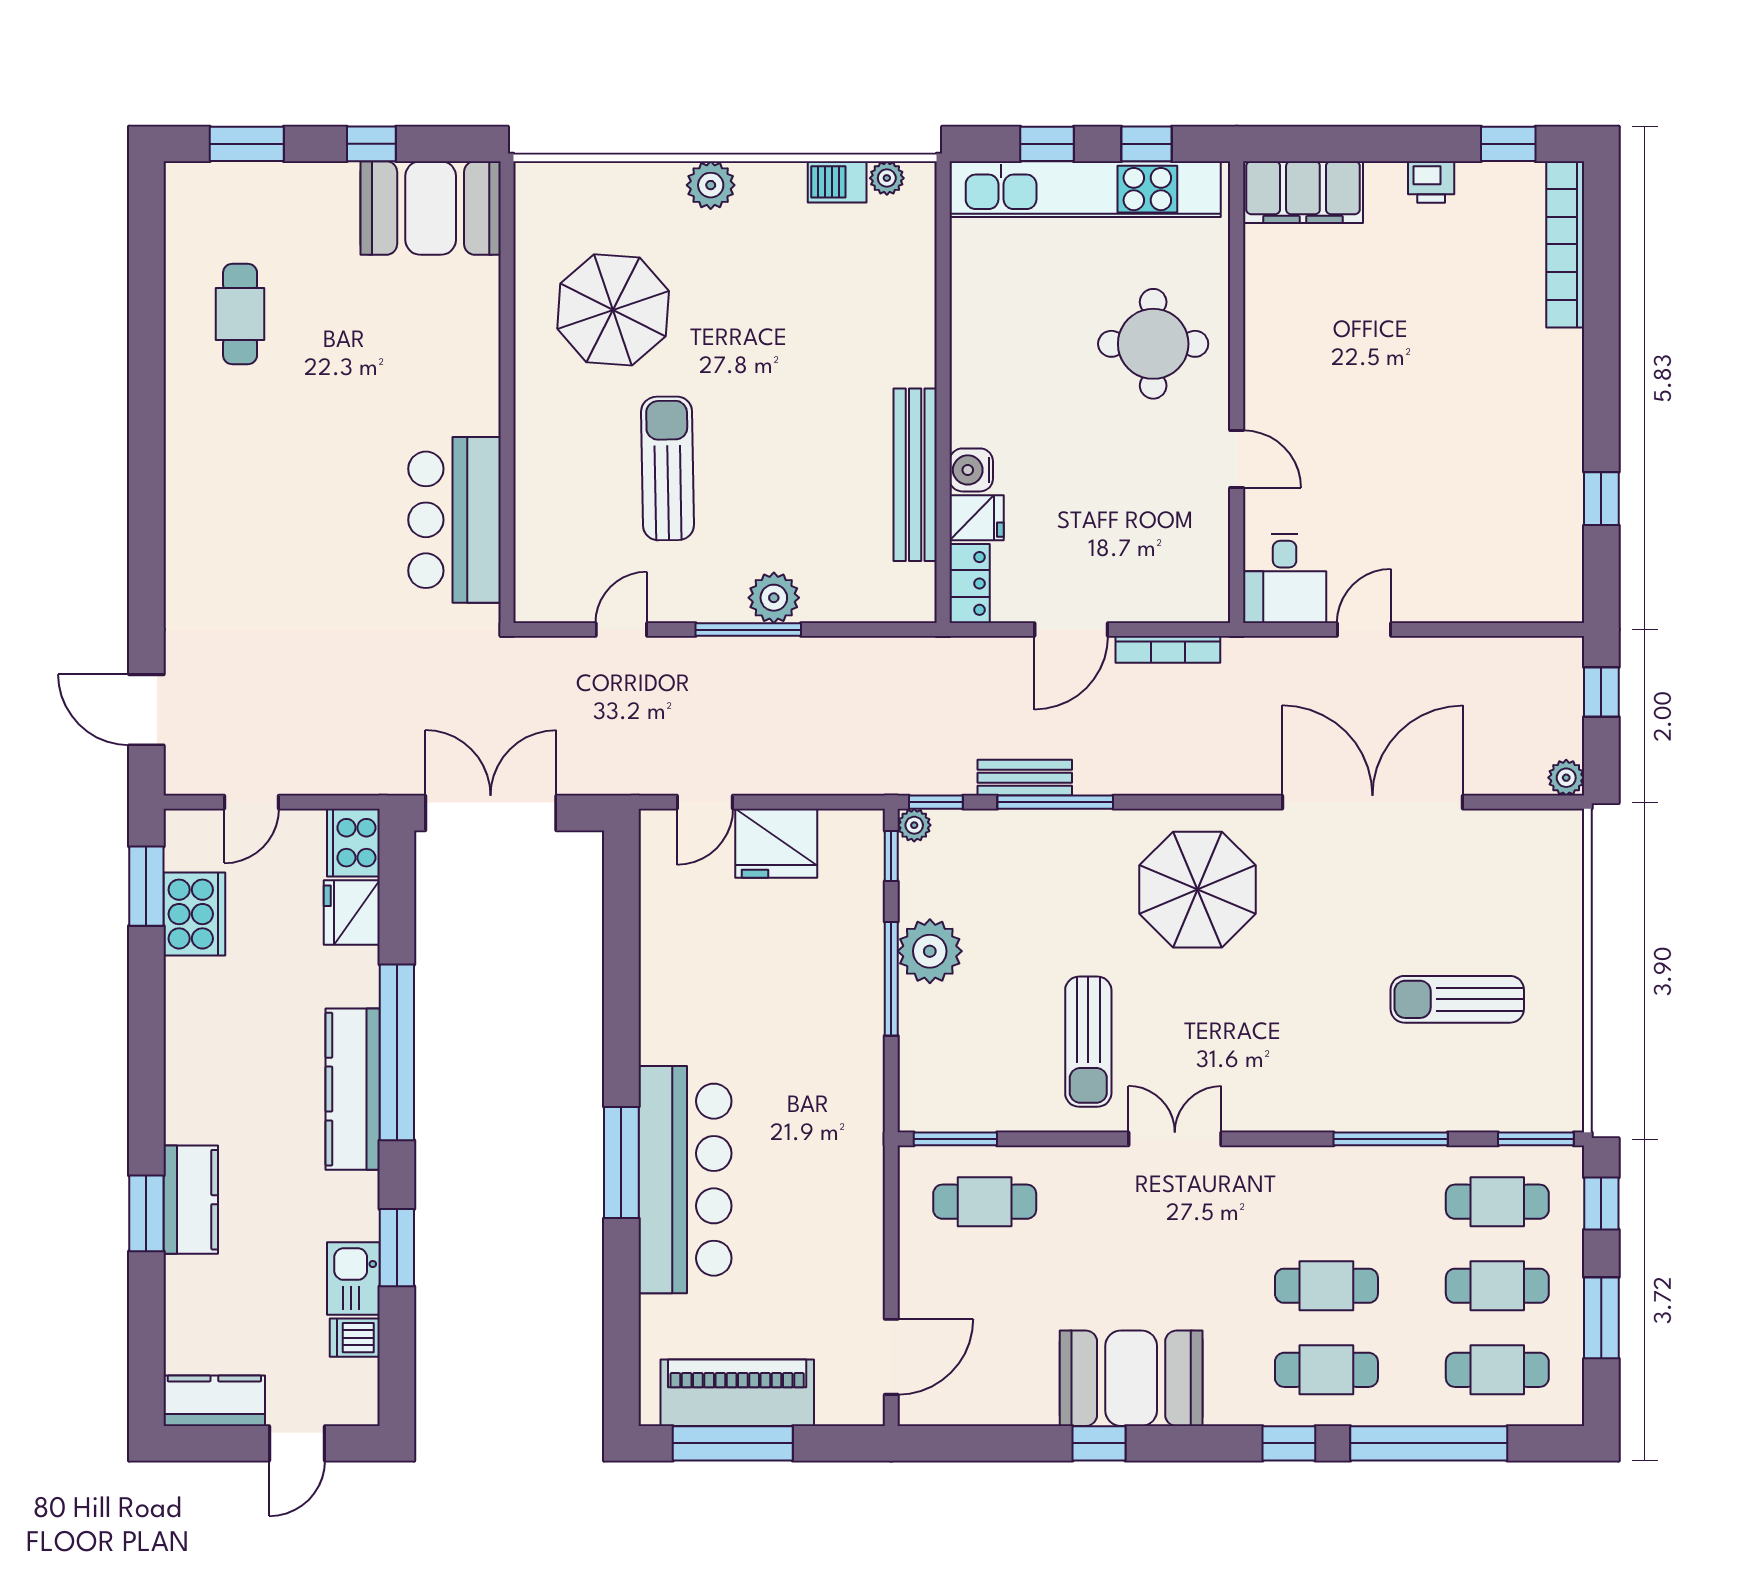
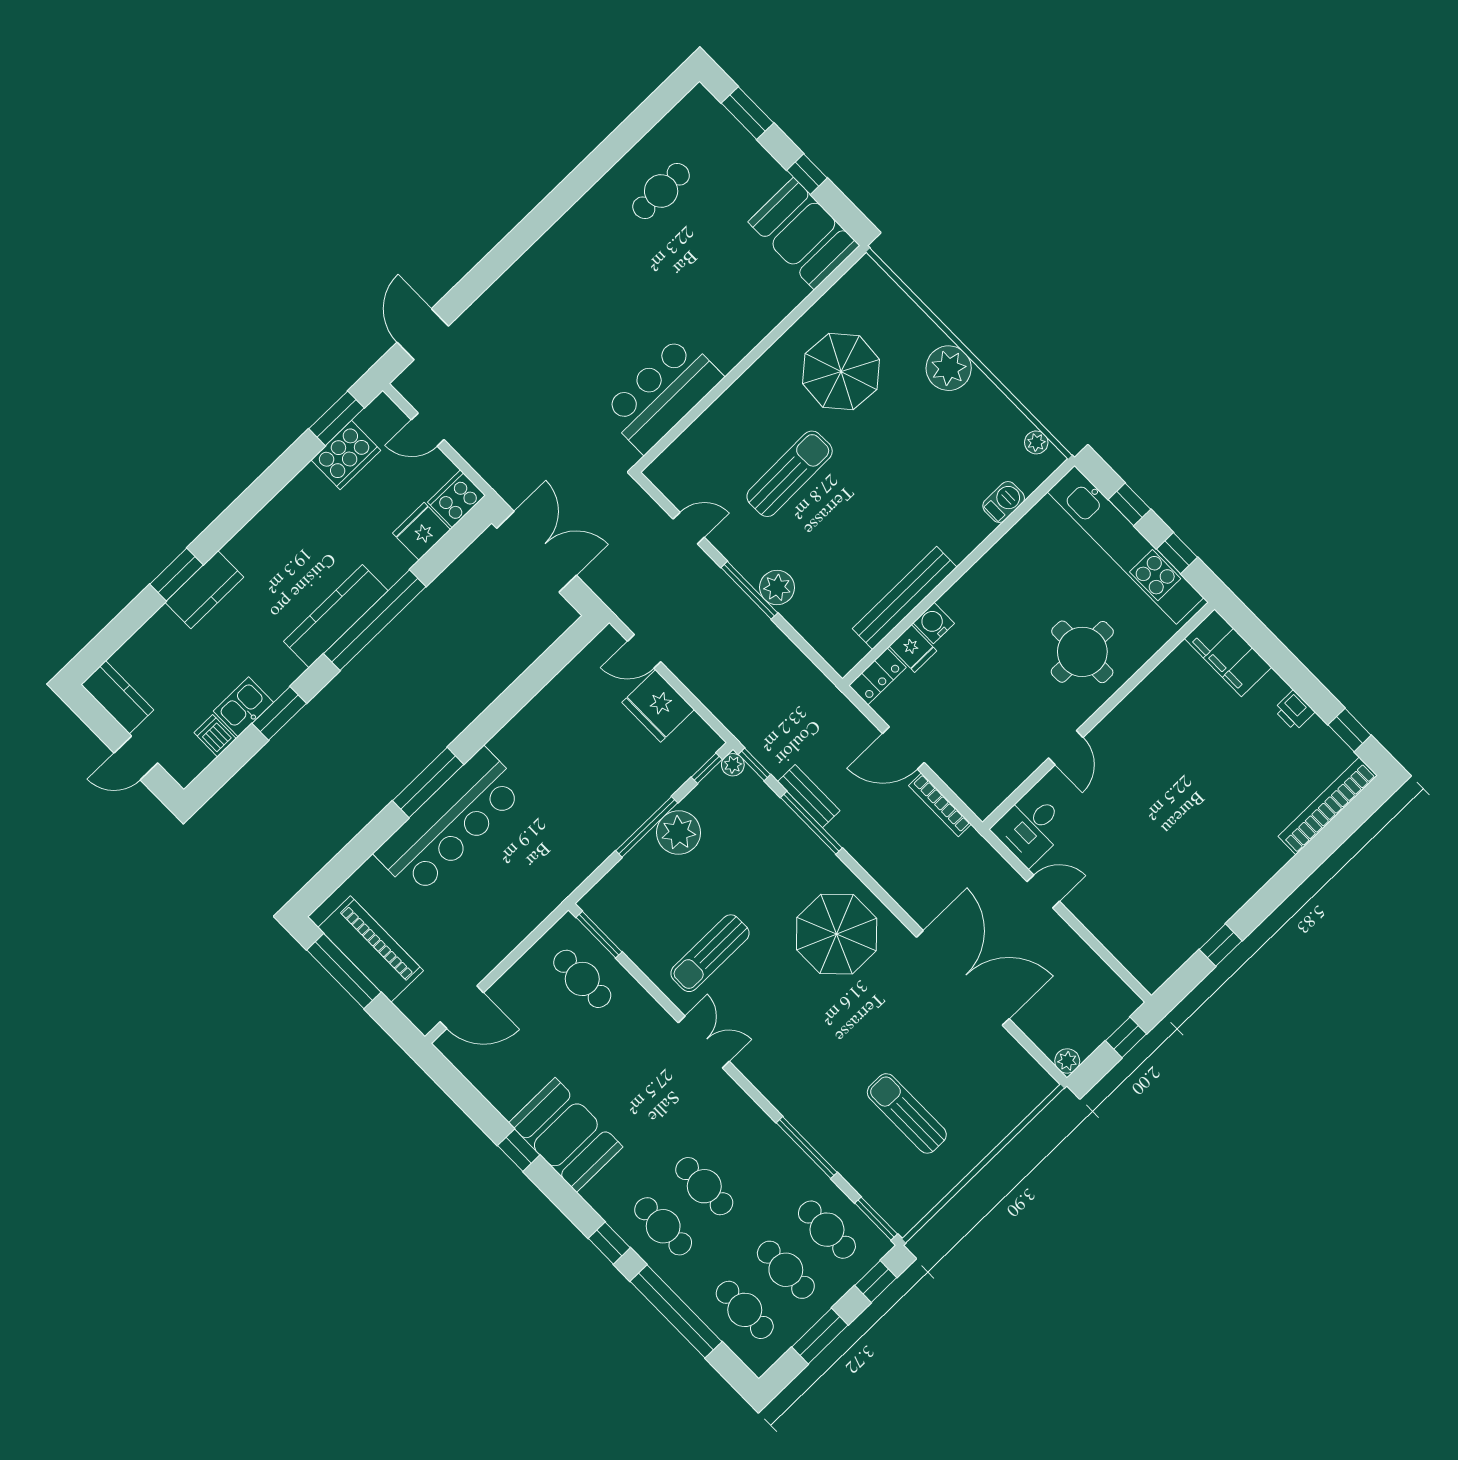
barbecue: (837, 182) -> (1004, 502), moved, turned 90
plant: (711, 185) -> (949, 368), width x1.36, depth x1.36

